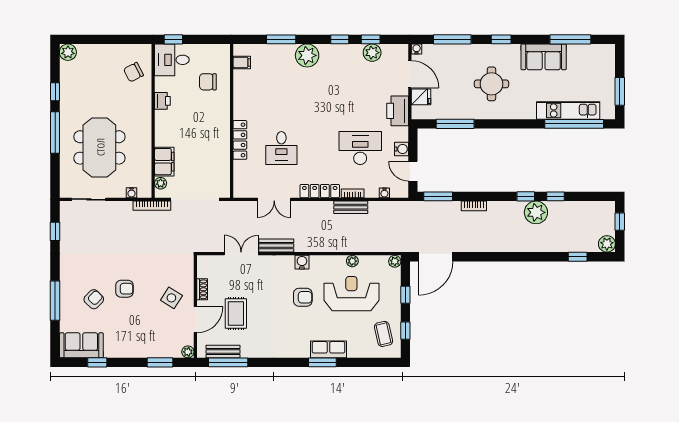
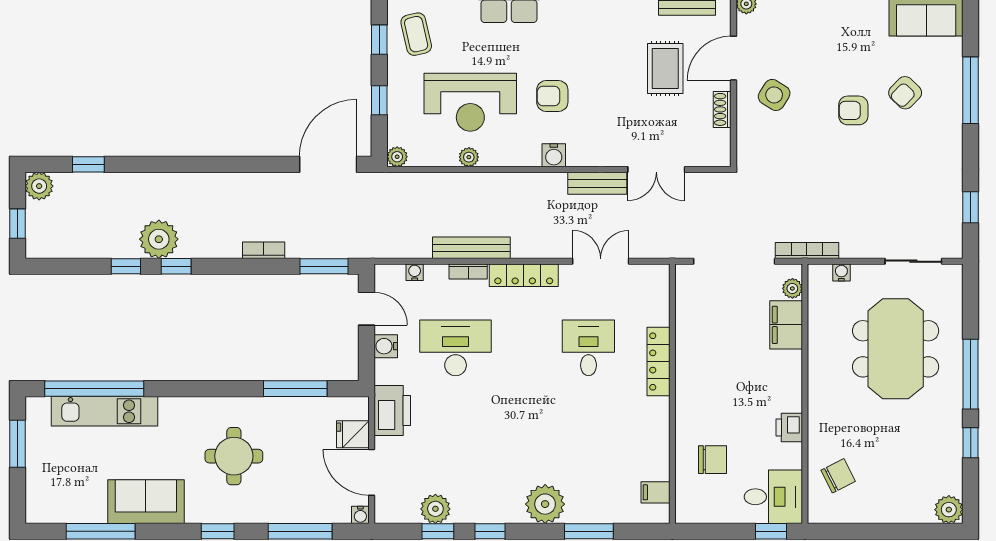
desk: (360, 148) -> (456, 348), turned 180
bench: (351, 207) -> (471, 248), width x1.36

